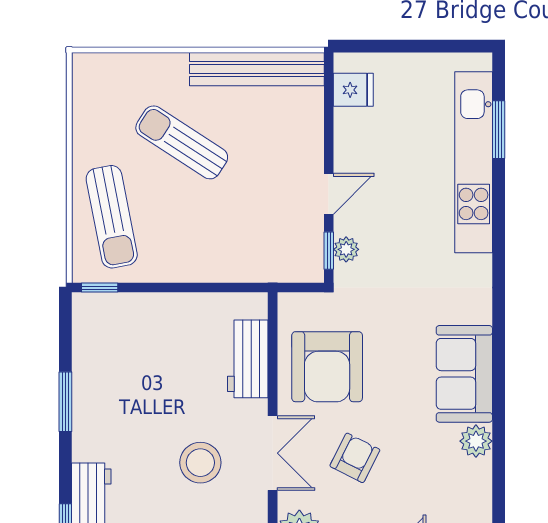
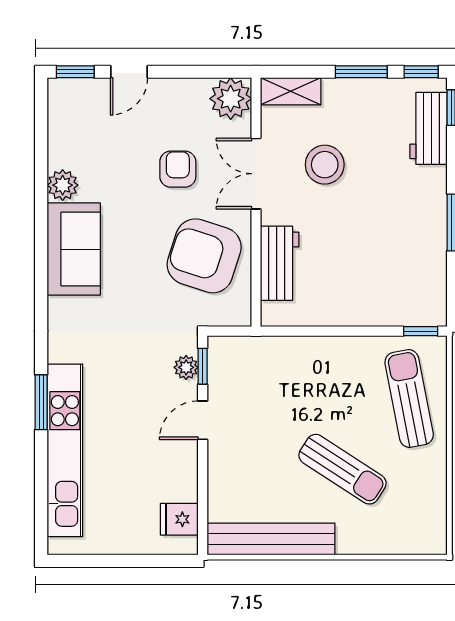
window: (499, 130) -> (41, 402), moved
armchair: (327, 367) -> (204, 256), turned -72
armchair: (355, 458) -> (178, 169), turned 153

